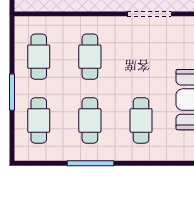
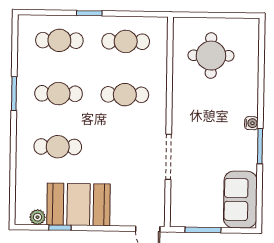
window: (12, 92) -> (89, 13), width x0.67
window: (91, 163) -> (14, 94), width x0.69

